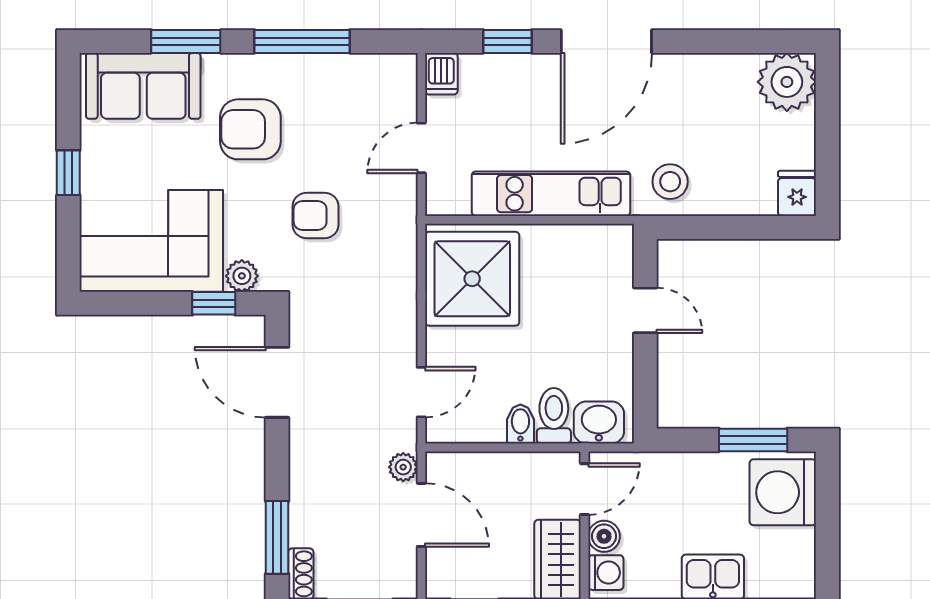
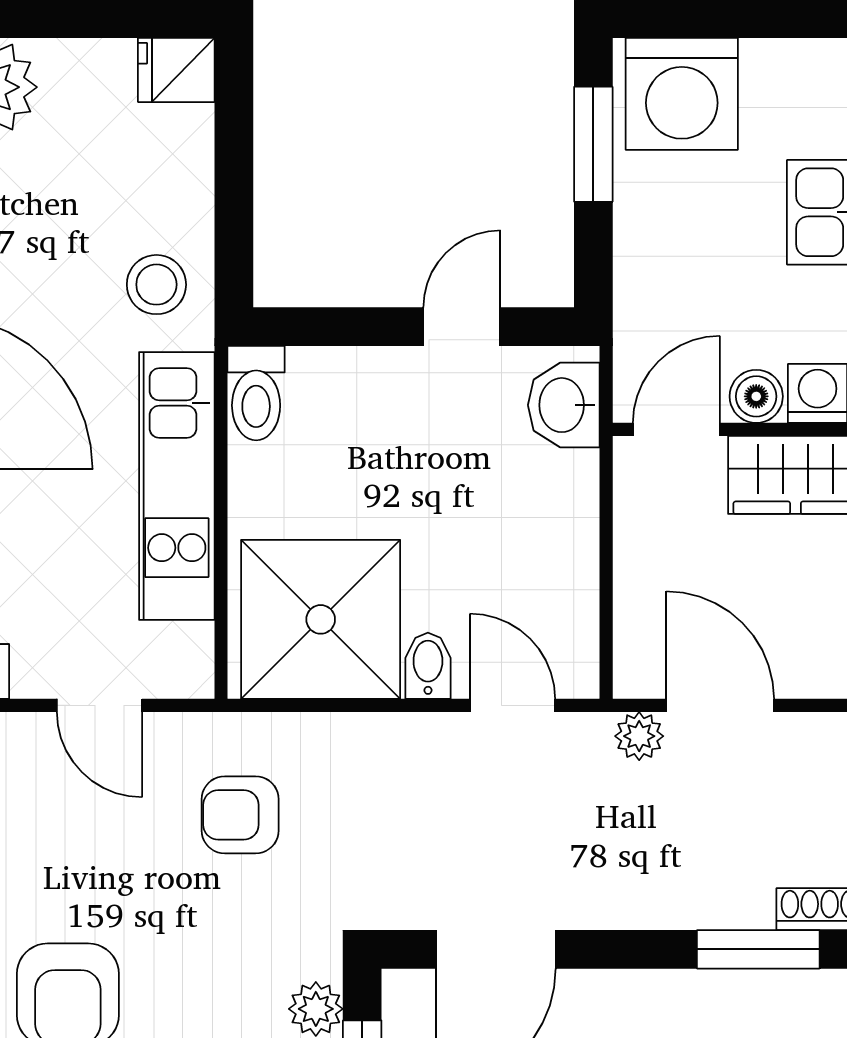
armchair: (316, 216) -> (240, 815), moved, turned 90
door: (645, 310) -> (462, 327), moved
toilet: (554, 416) -> (256, 393), moved, turned -90
bidet: (520, 424) -> (428, 666), moved, turned 90
door: (584, 489) -> (676, 429), hinge flipped
door: (421, 515) -> (720, 705), hinge flipped

